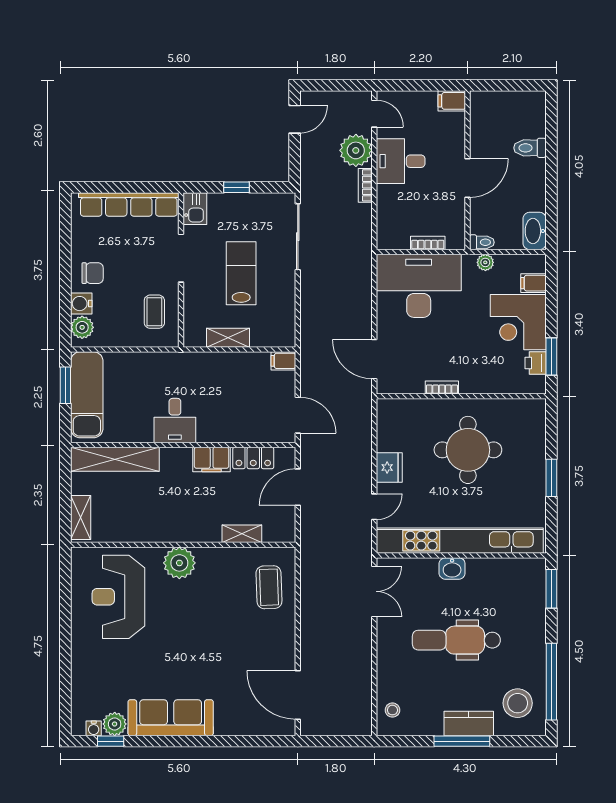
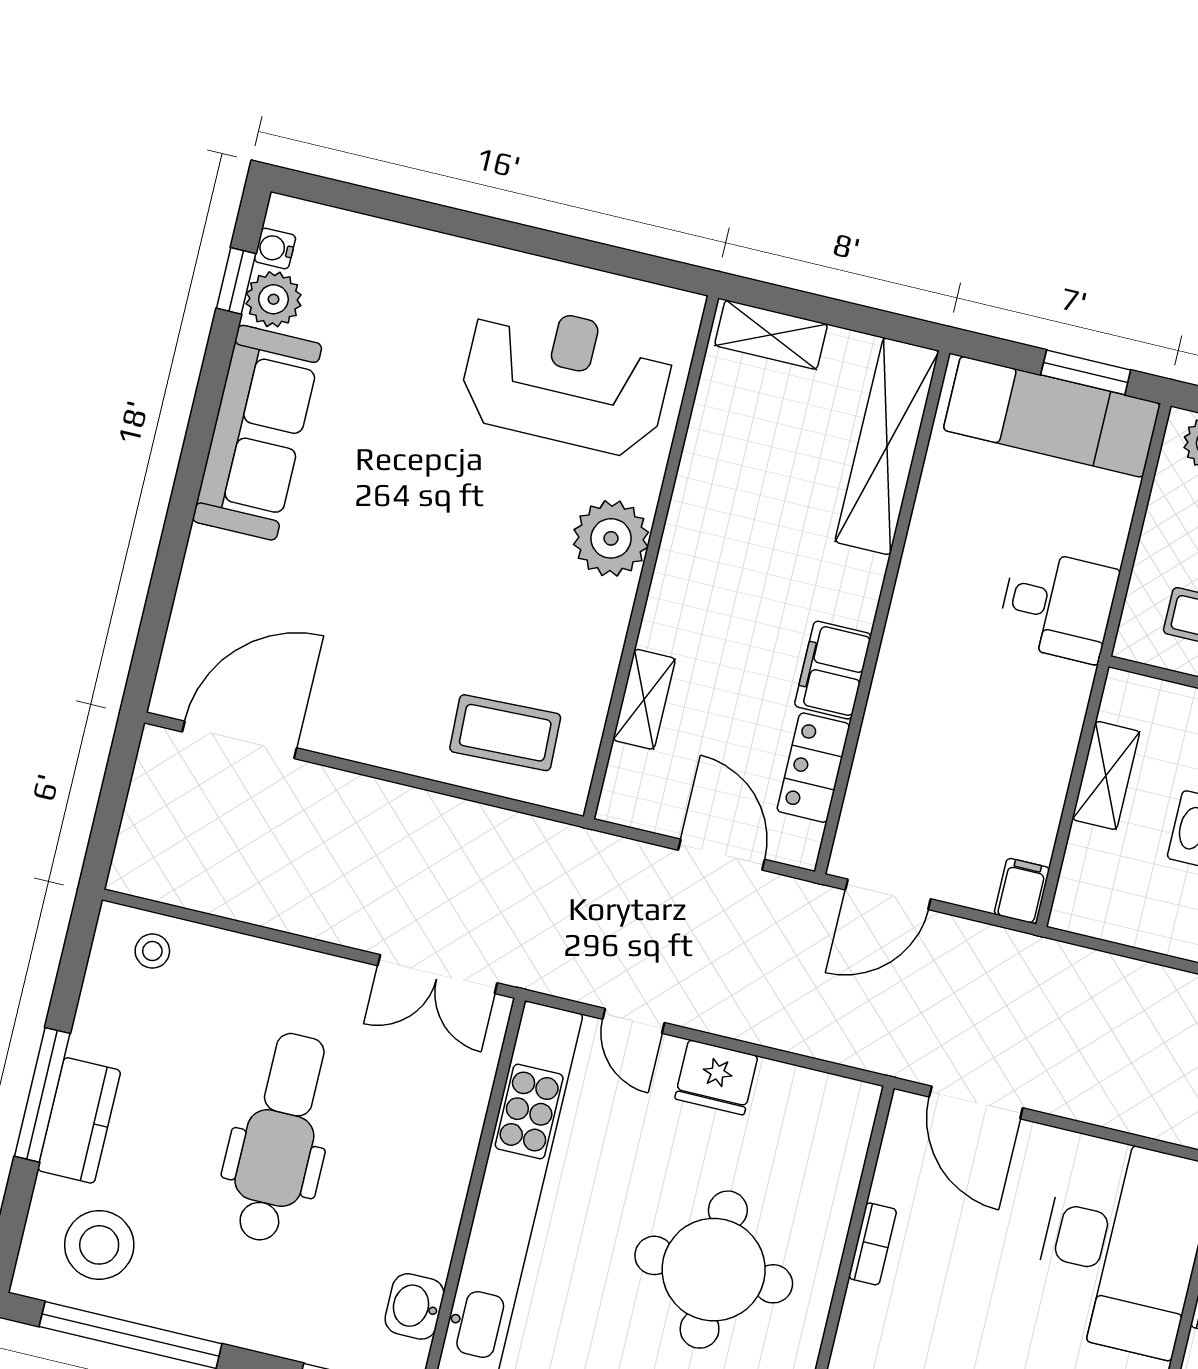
door: (374, 359) -> (976, 1102), swing flipped
desk: (175, 421) -> (1058, 606), moved, turned 180
washbasin: (452, 568) -> (415, 1306), moved

